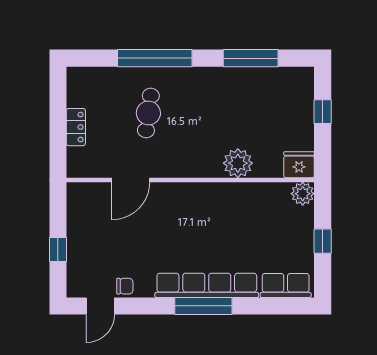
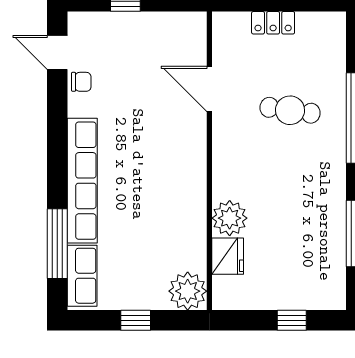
fridge: (299, 165) -> (228, 256), moved
plant: (303, 194) -> (188, 291), width x1.36, depth x1.36
chair: (125, 286) -> (81, 82), turned -90
window: (203, 306) -> (57, 244), moved

